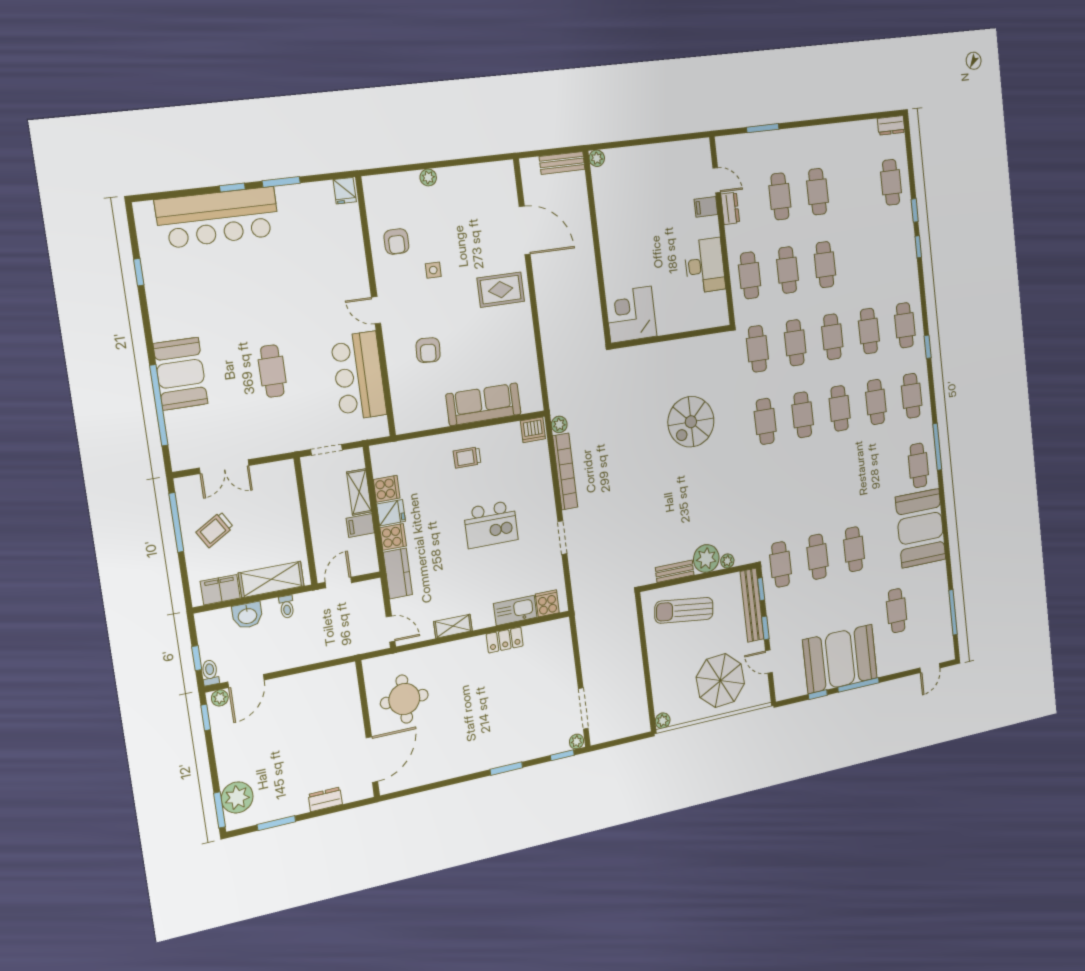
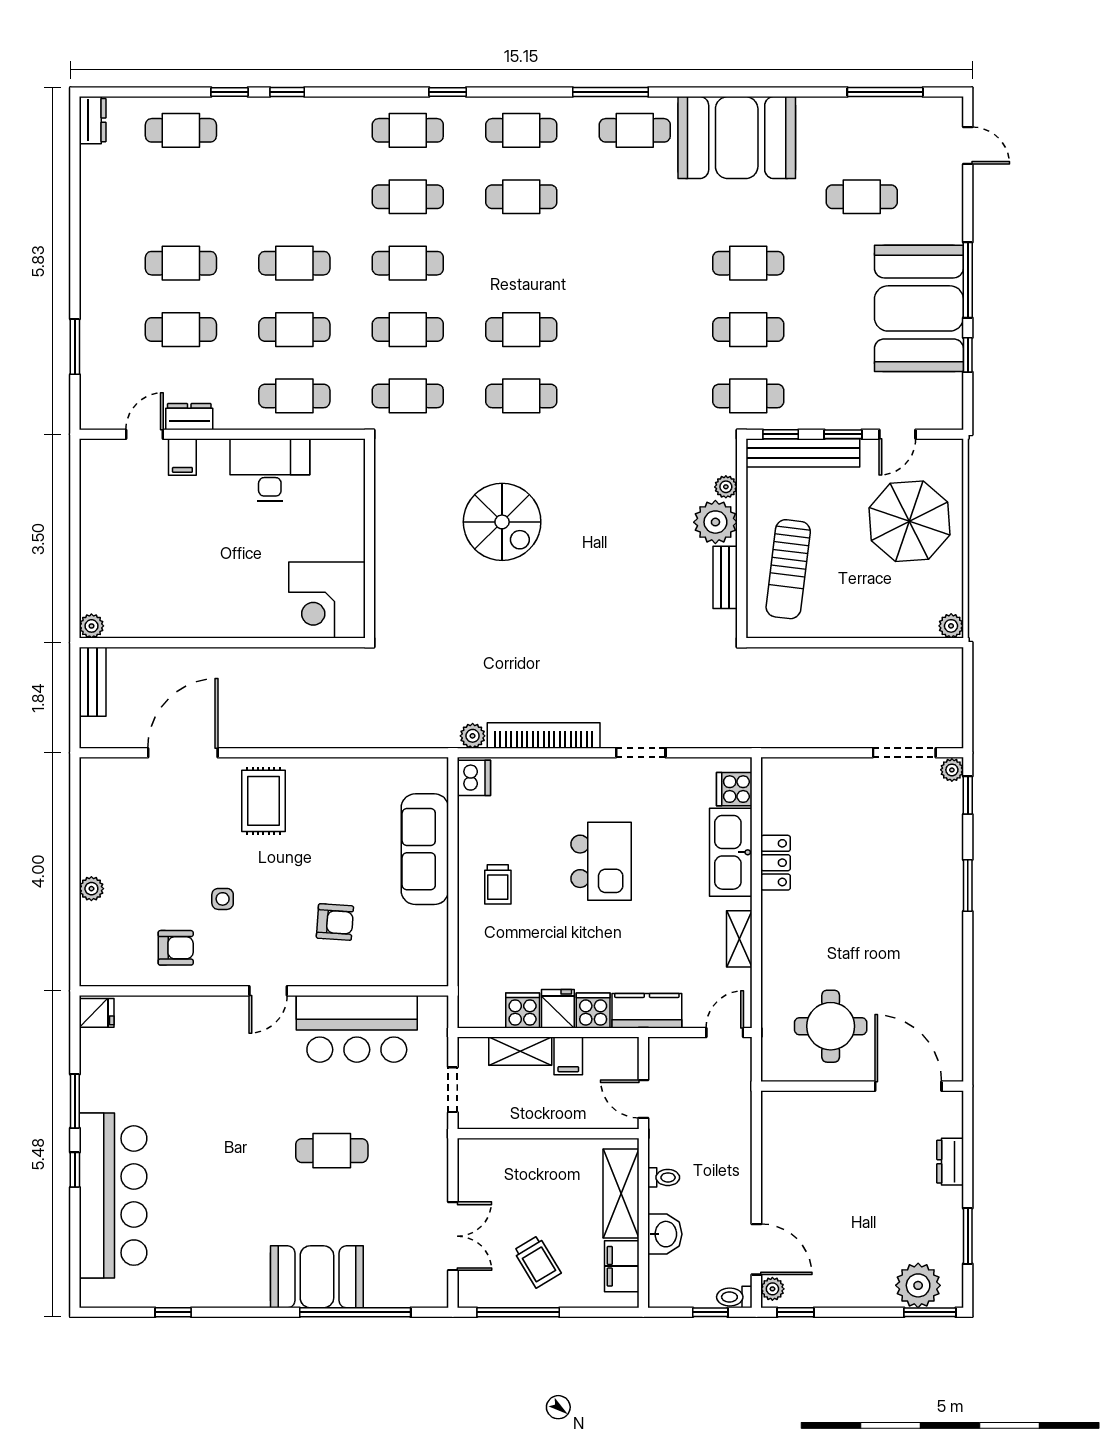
cafe table: (840, 408) -> (521, 263), removed
kitchen sink: (515, 610) -> (731, 852), width x1.36, depth x1.24

